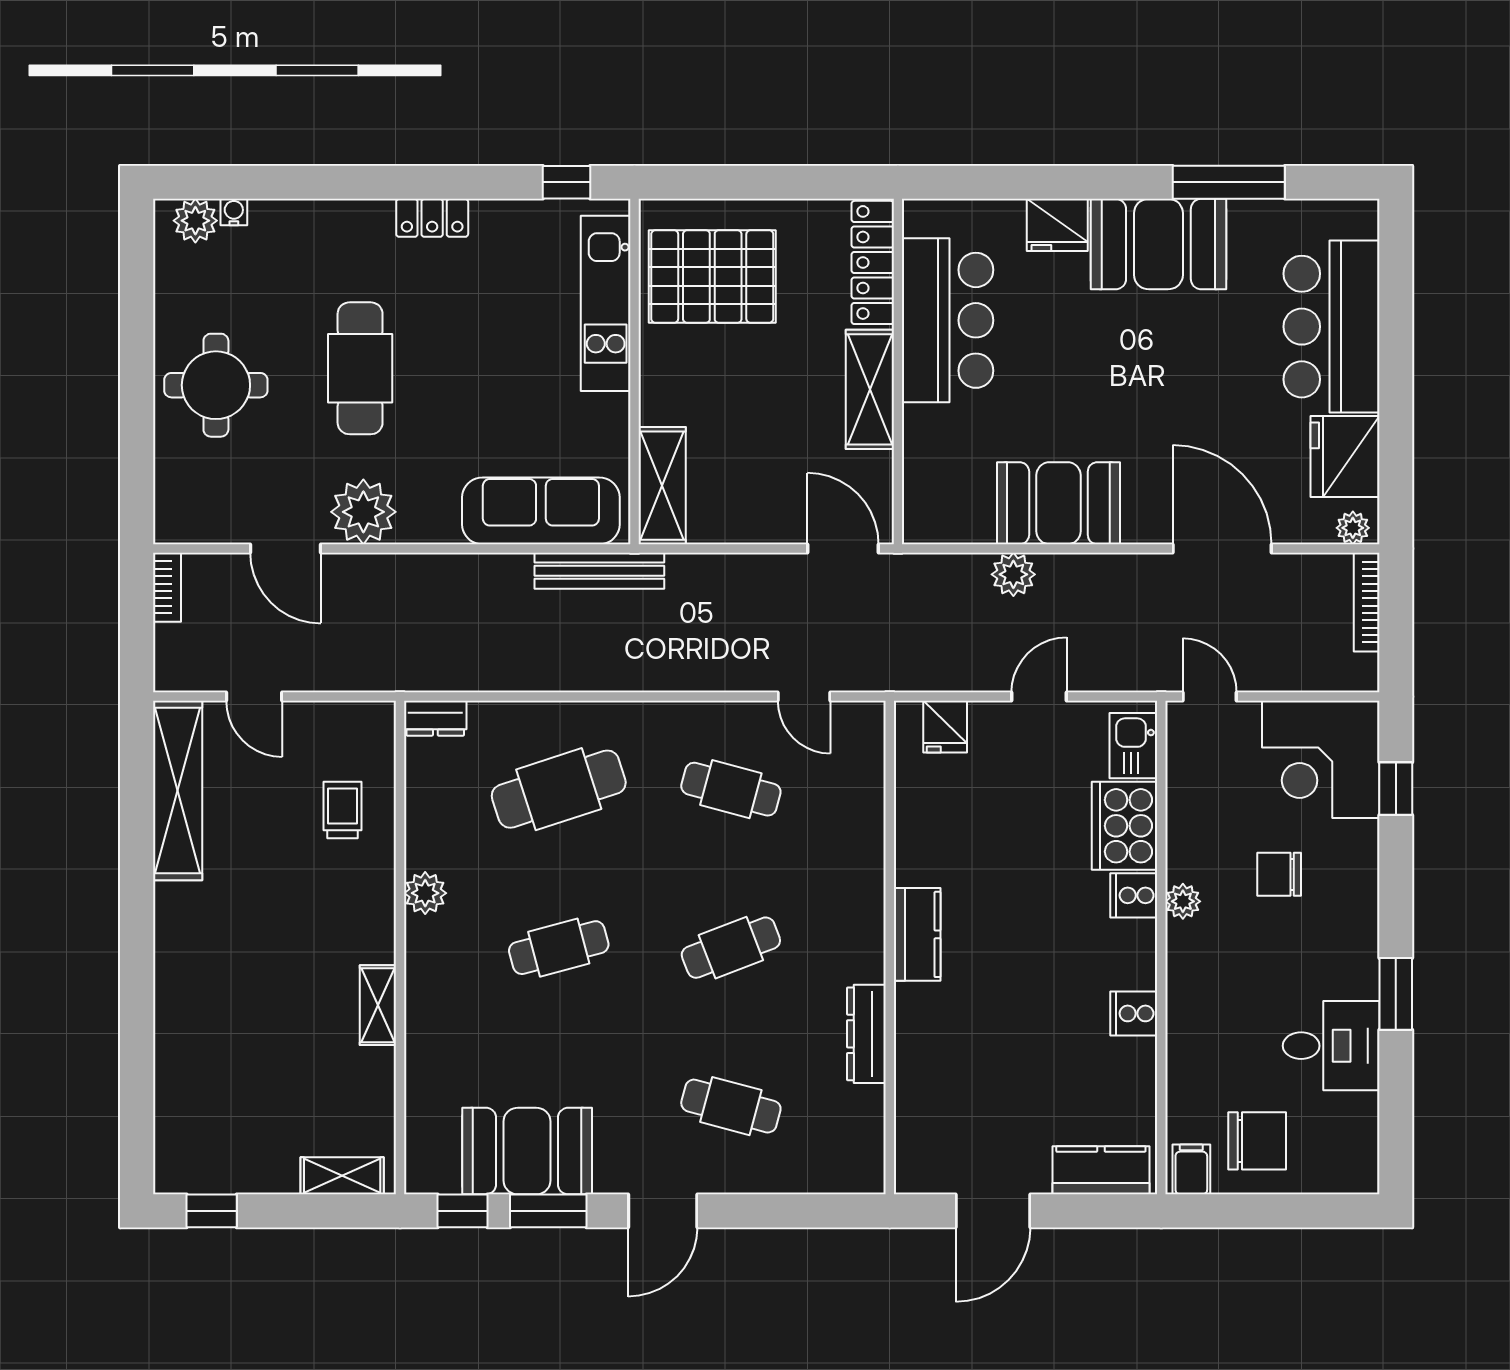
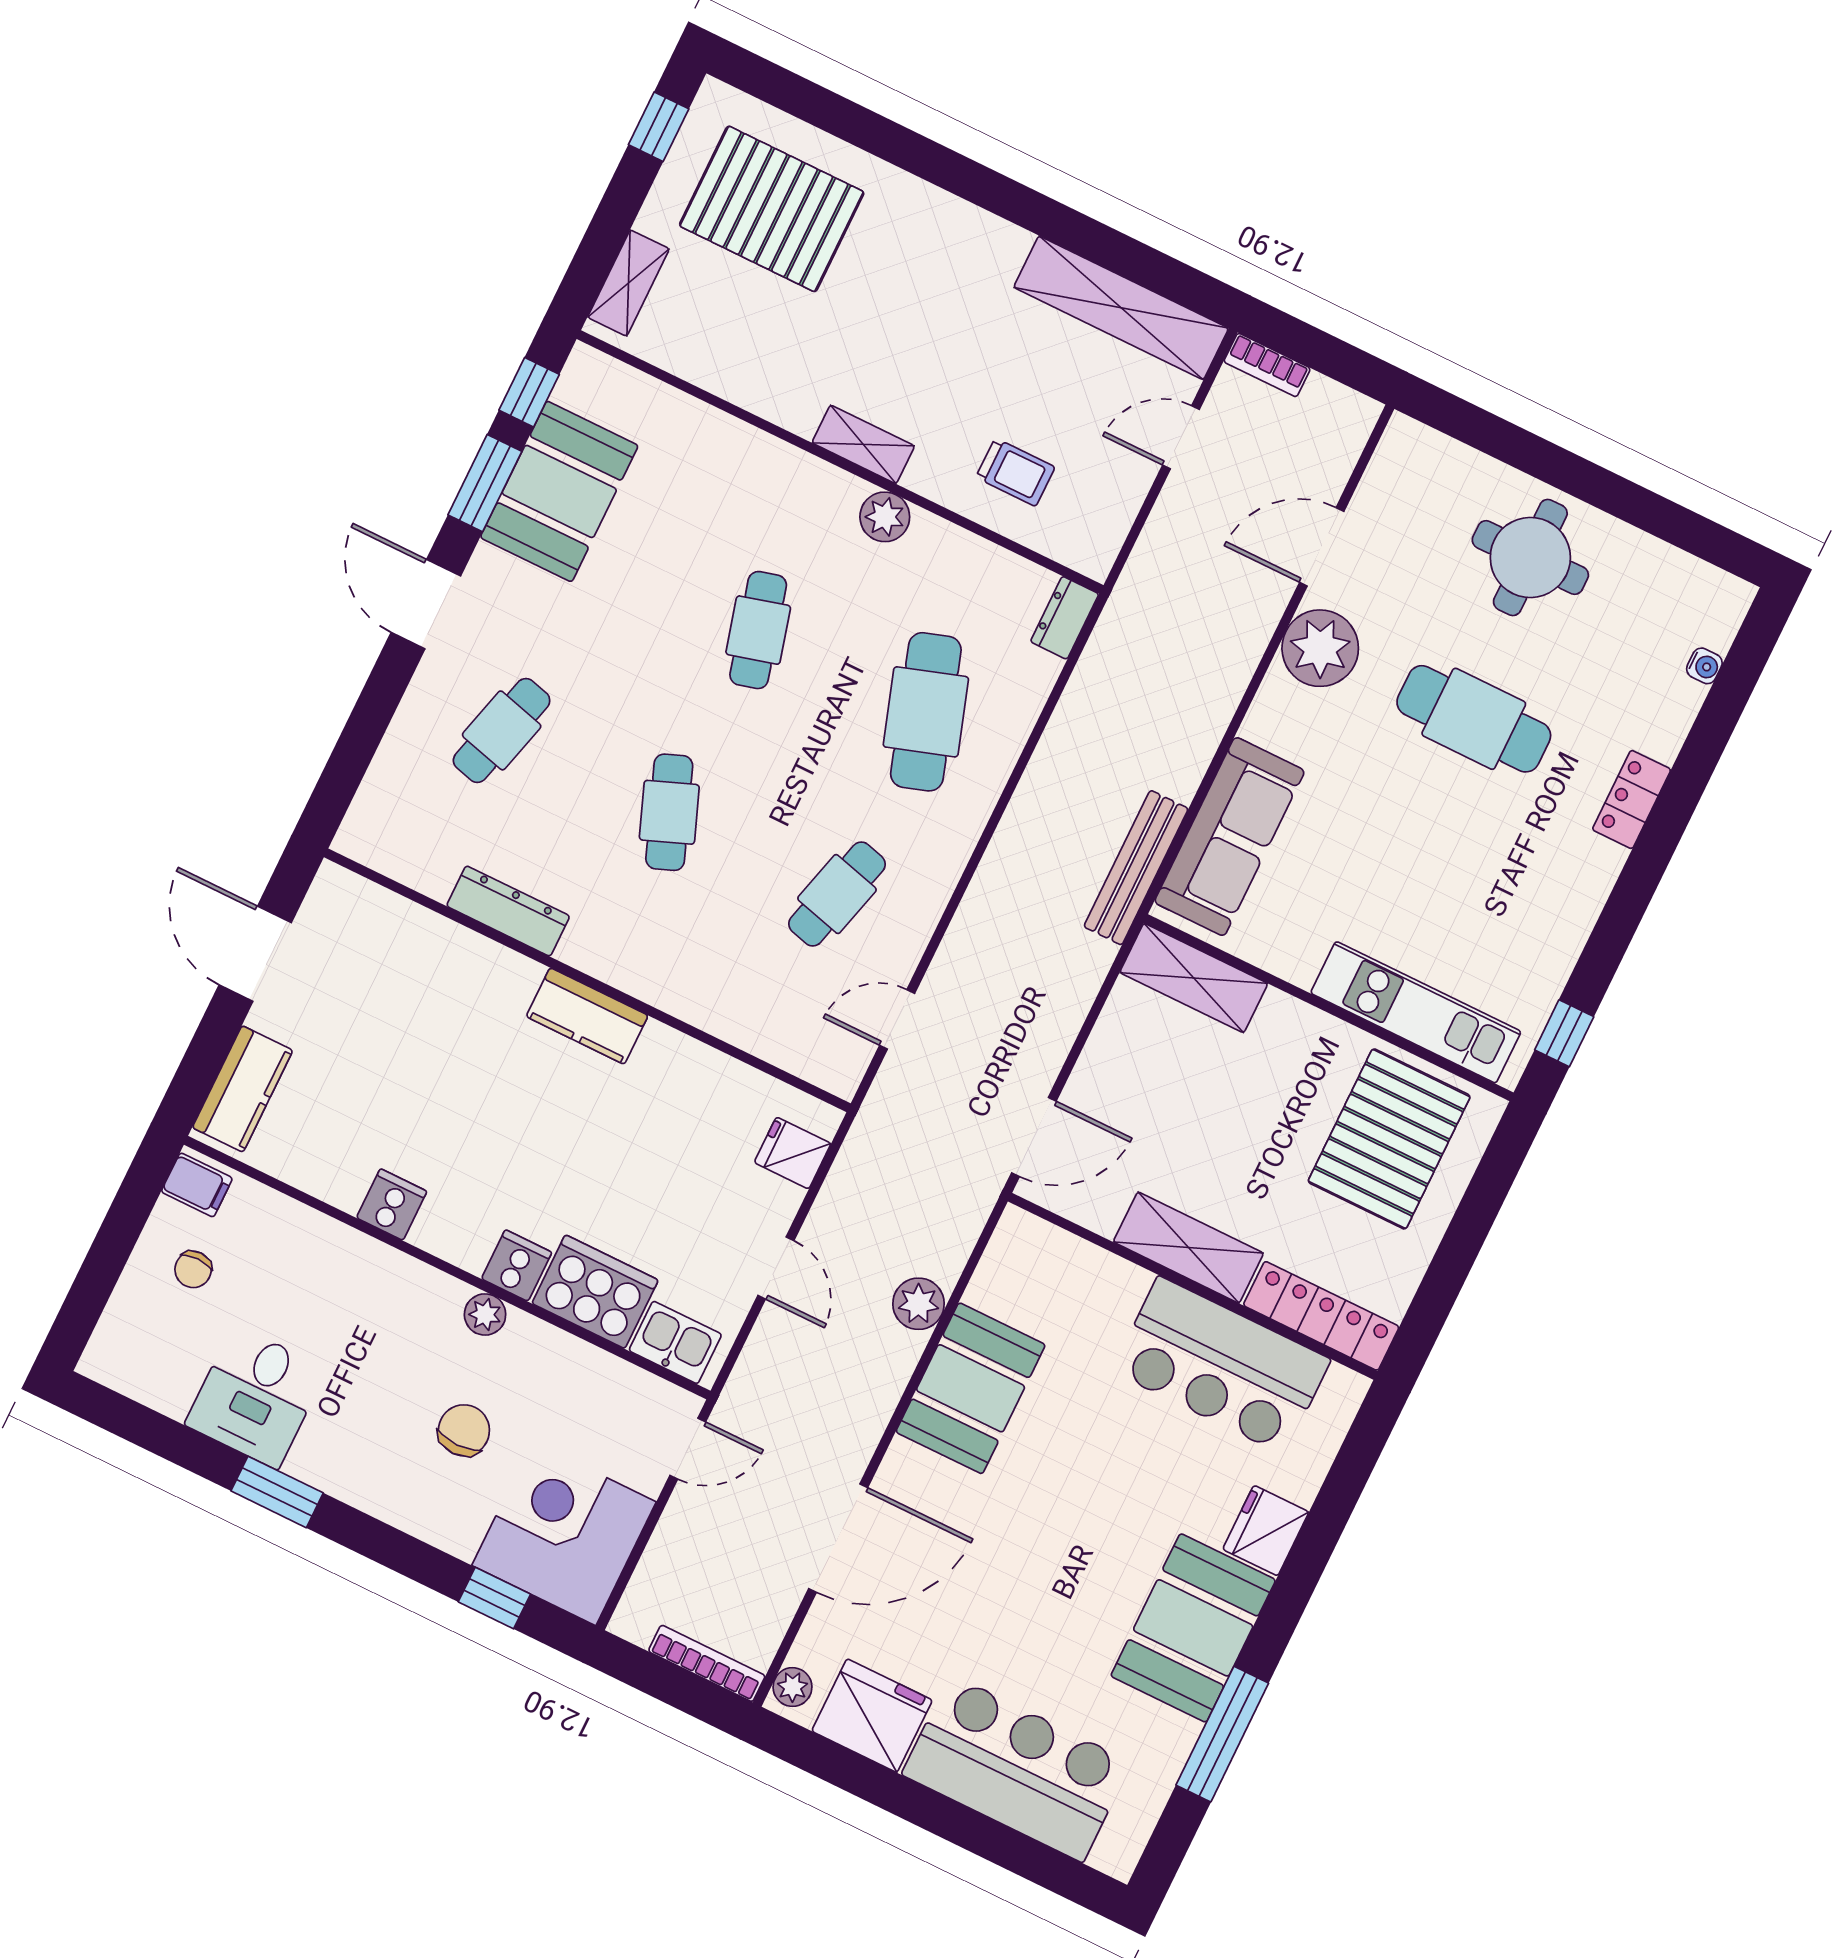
locker: (432, 218) -> (1632, 799), moved
plant: (195, 221) -> (1715, 621), removed
bookcase: (167, 587) -> (1267, 365), moved
shelving: (378, 1005) -> (863, 444), moved
pallet: (232, 1094) -> (772, 209), added
chair: (1257, 1141) -> (193, 1269), width x0.54, depth x0.54

